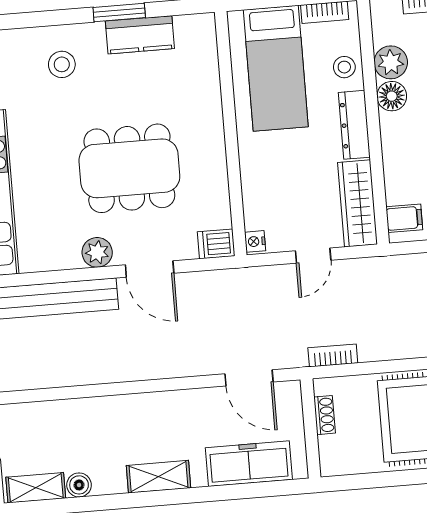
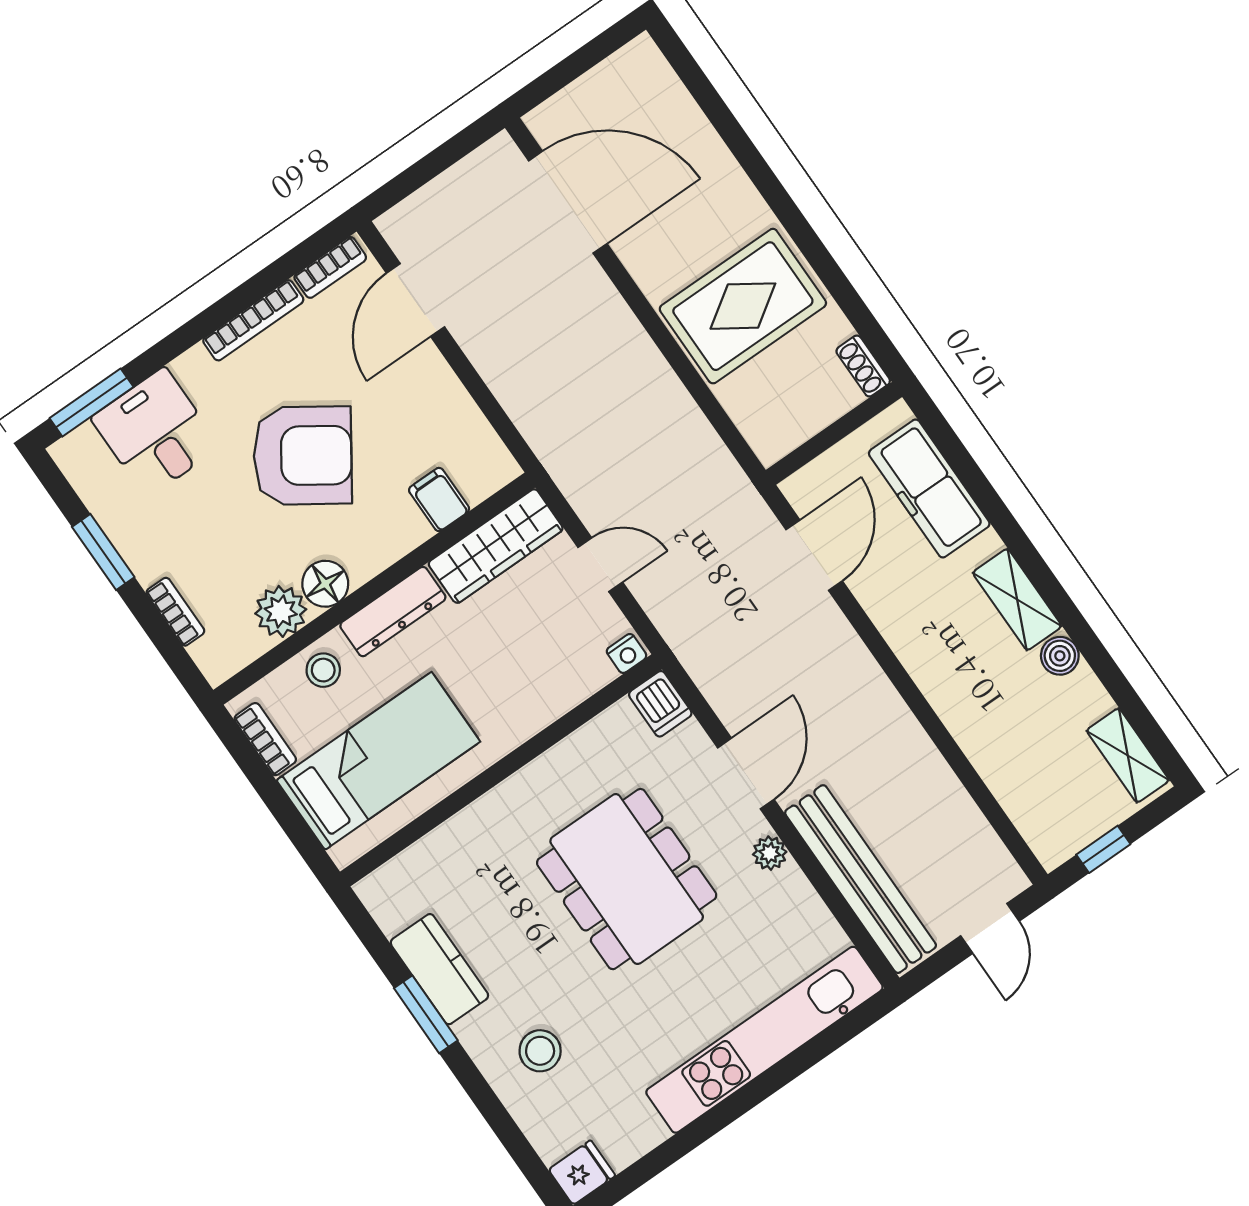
filing cabinet: (404, 218) -> (439, 500), moved
plant: (97, 252) -> (770, 853), width x0.73, depth x0.73
bookcase: (333, 355) -> (719, 460), removed
shoe rack: (325, 415) -> (863, 366), moved, turned -90
boiler: (79, 485) -> (1060, 656), moved

